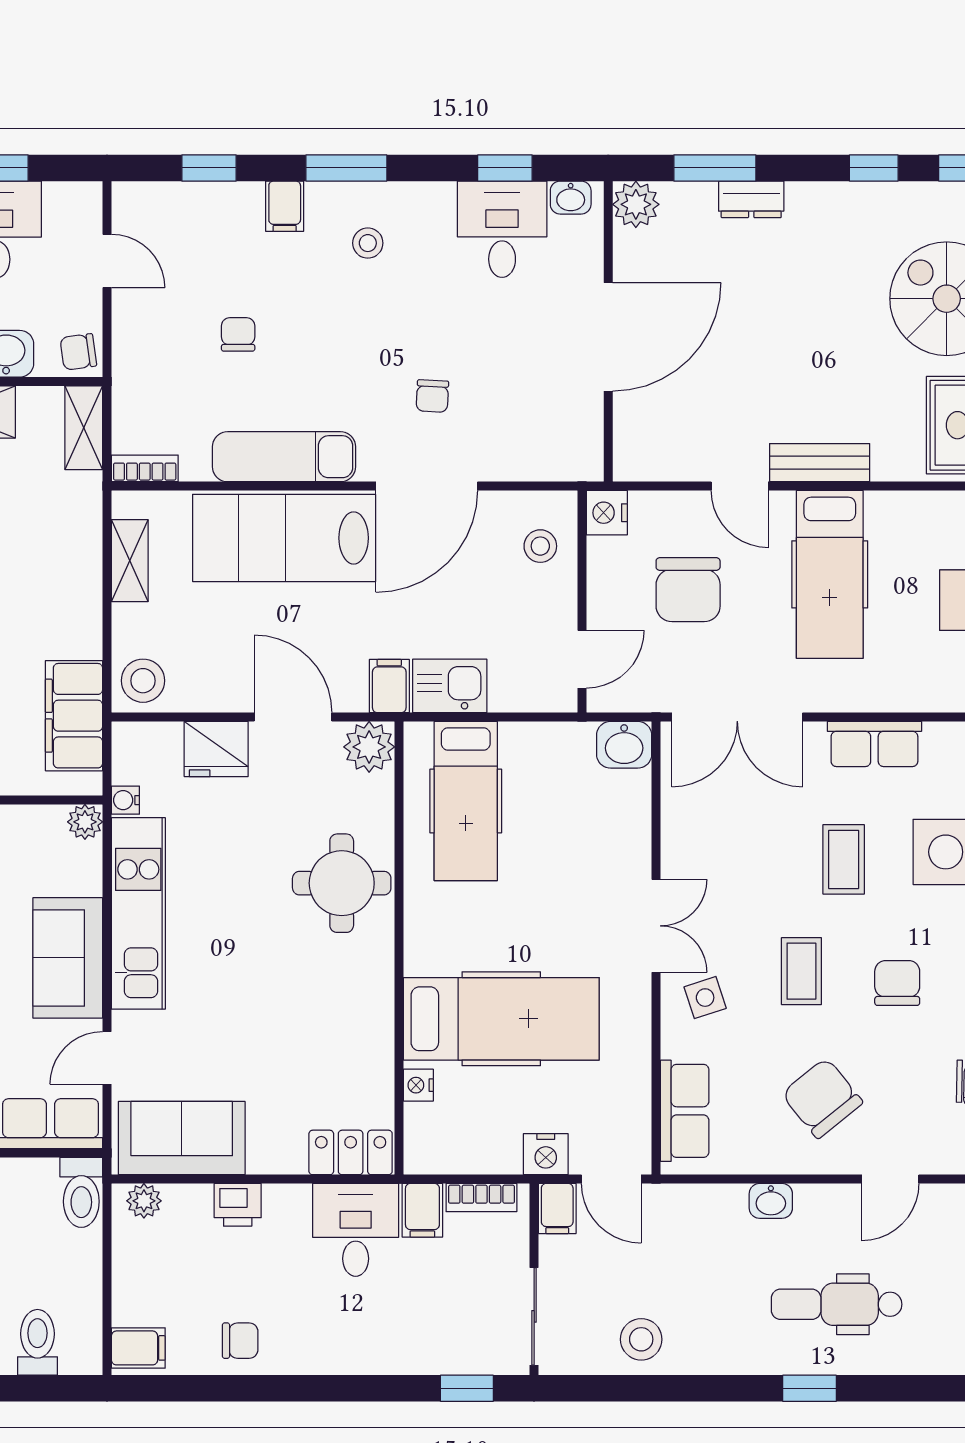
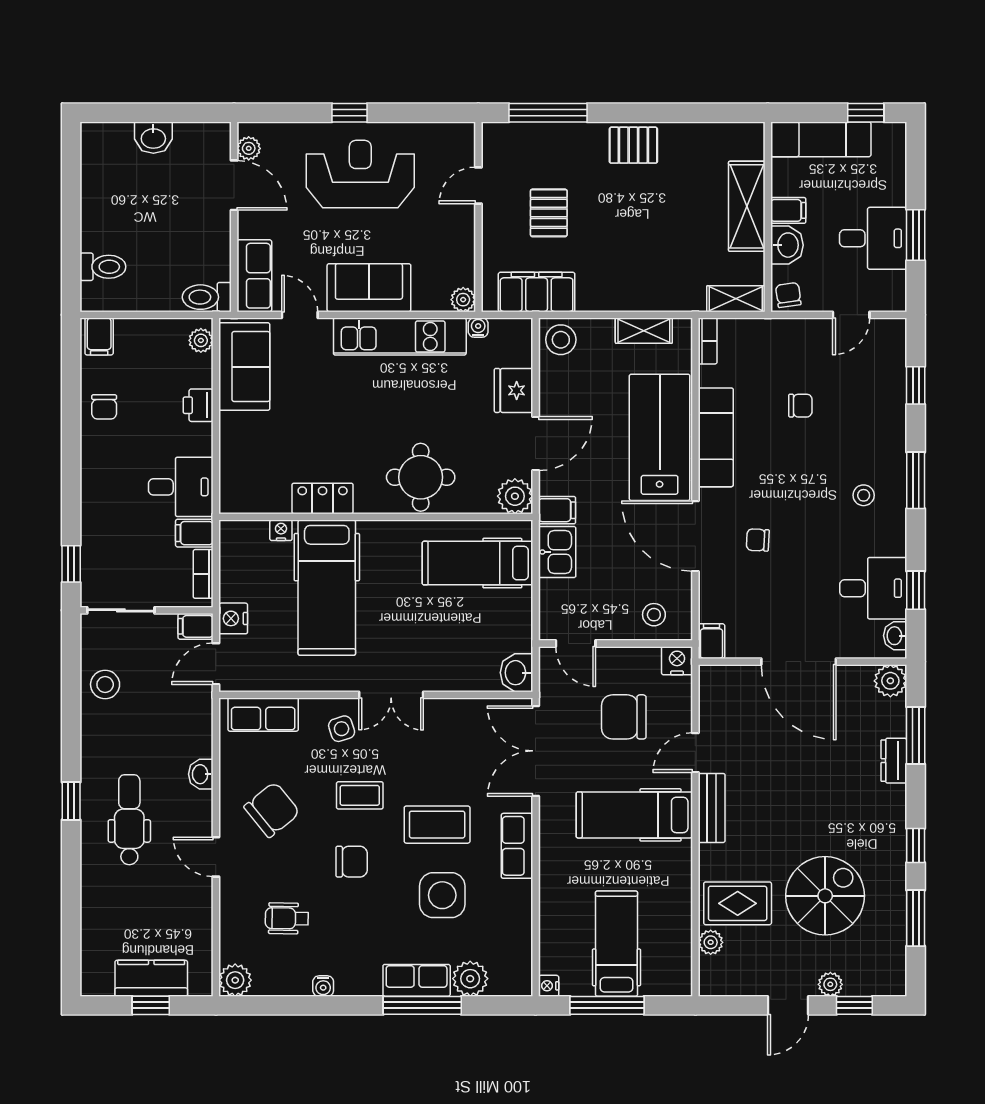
filing cabinet: (285, 206) -> (712, 641), moved, turned 90
coffee table: (844, 859) -> (437, 825), width x1.36, depth x1.30
locker: (351, 1152) -> (323, 498), moved, turned -90

